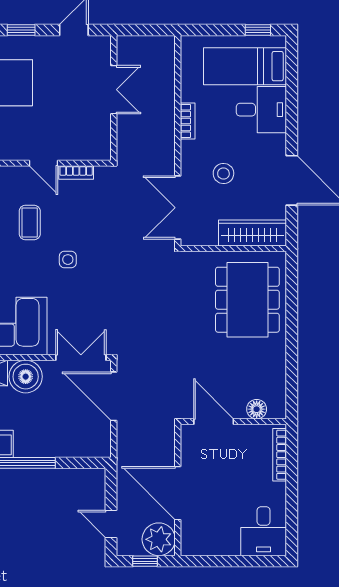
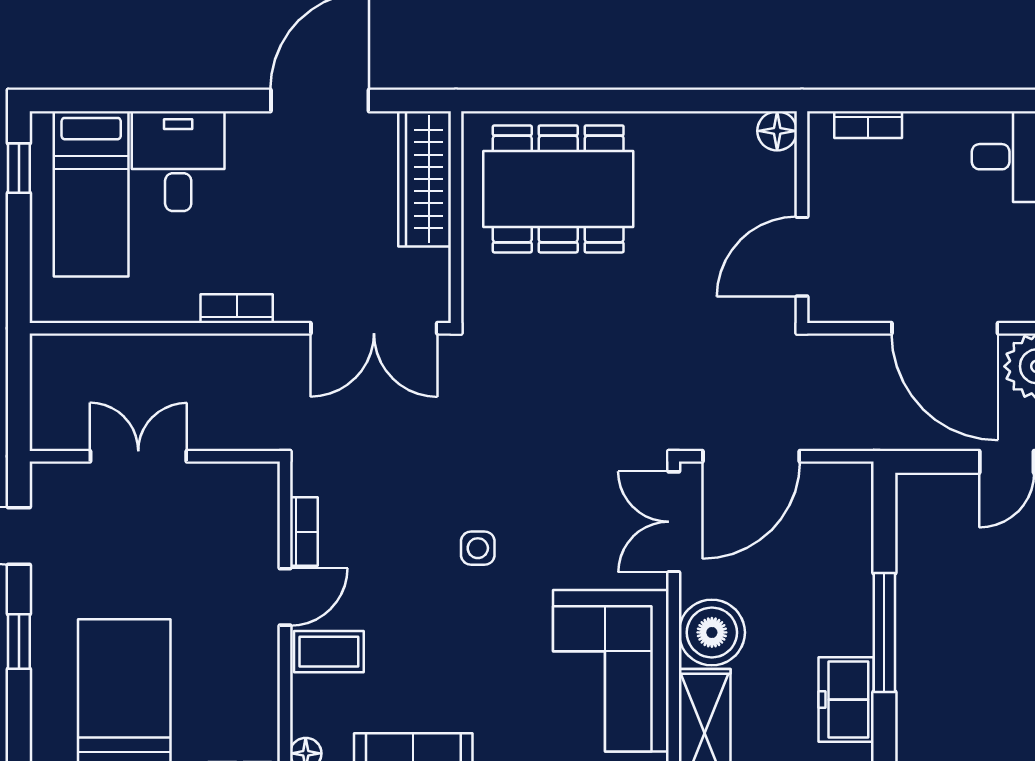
bookcase: (188, 121) -> (237, 309), moved
stool: (223, 173) -> (306, 237), removed
coffee table: (30, 222) -> (329, 652), moved
floor lamp: (257, 409) -> (777, 131), moved
bookcase: (280, 455) -> (868, 125), width x0.64
door: (178, 493) -> (945, 328), hinge flipped

